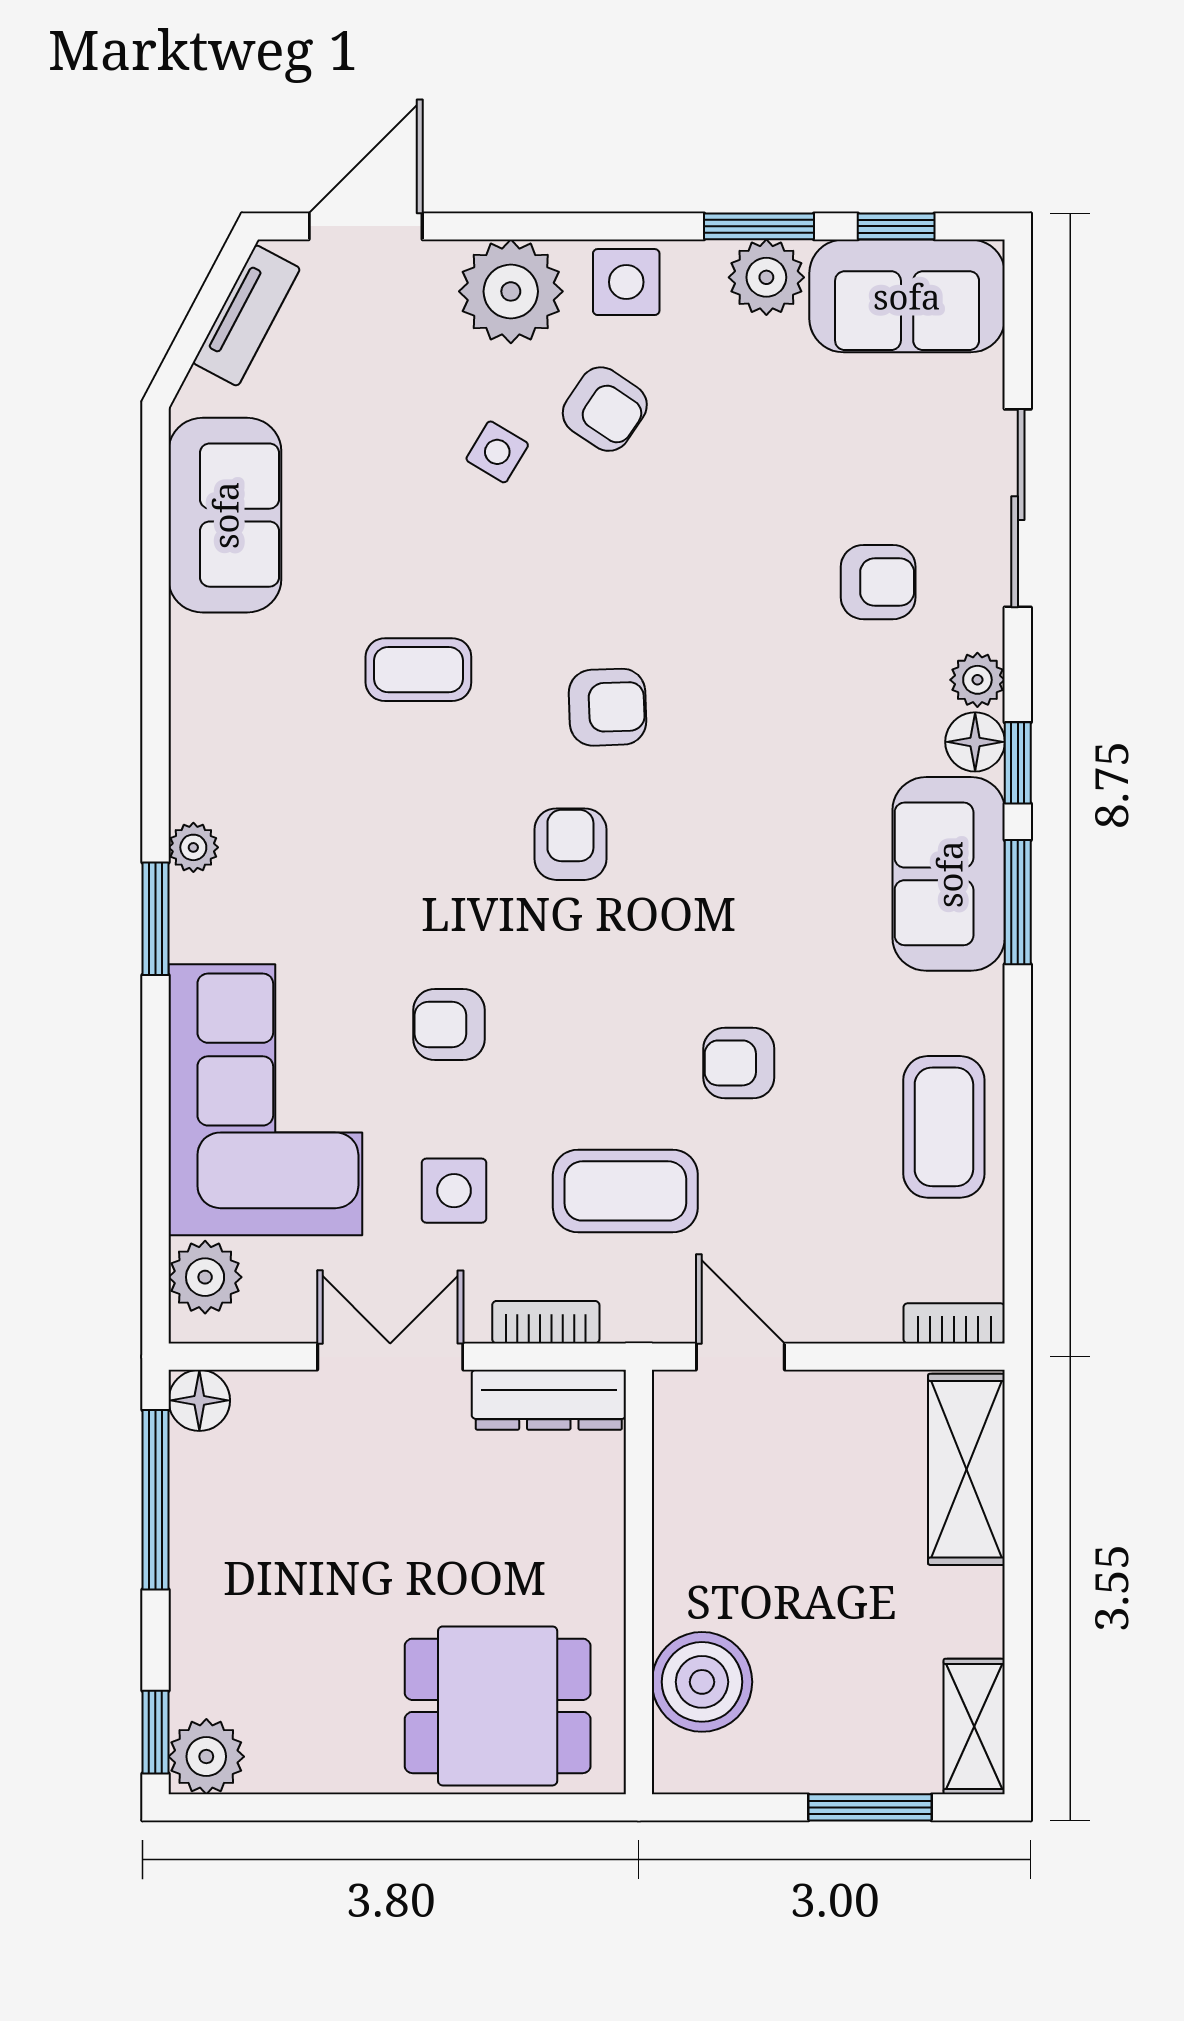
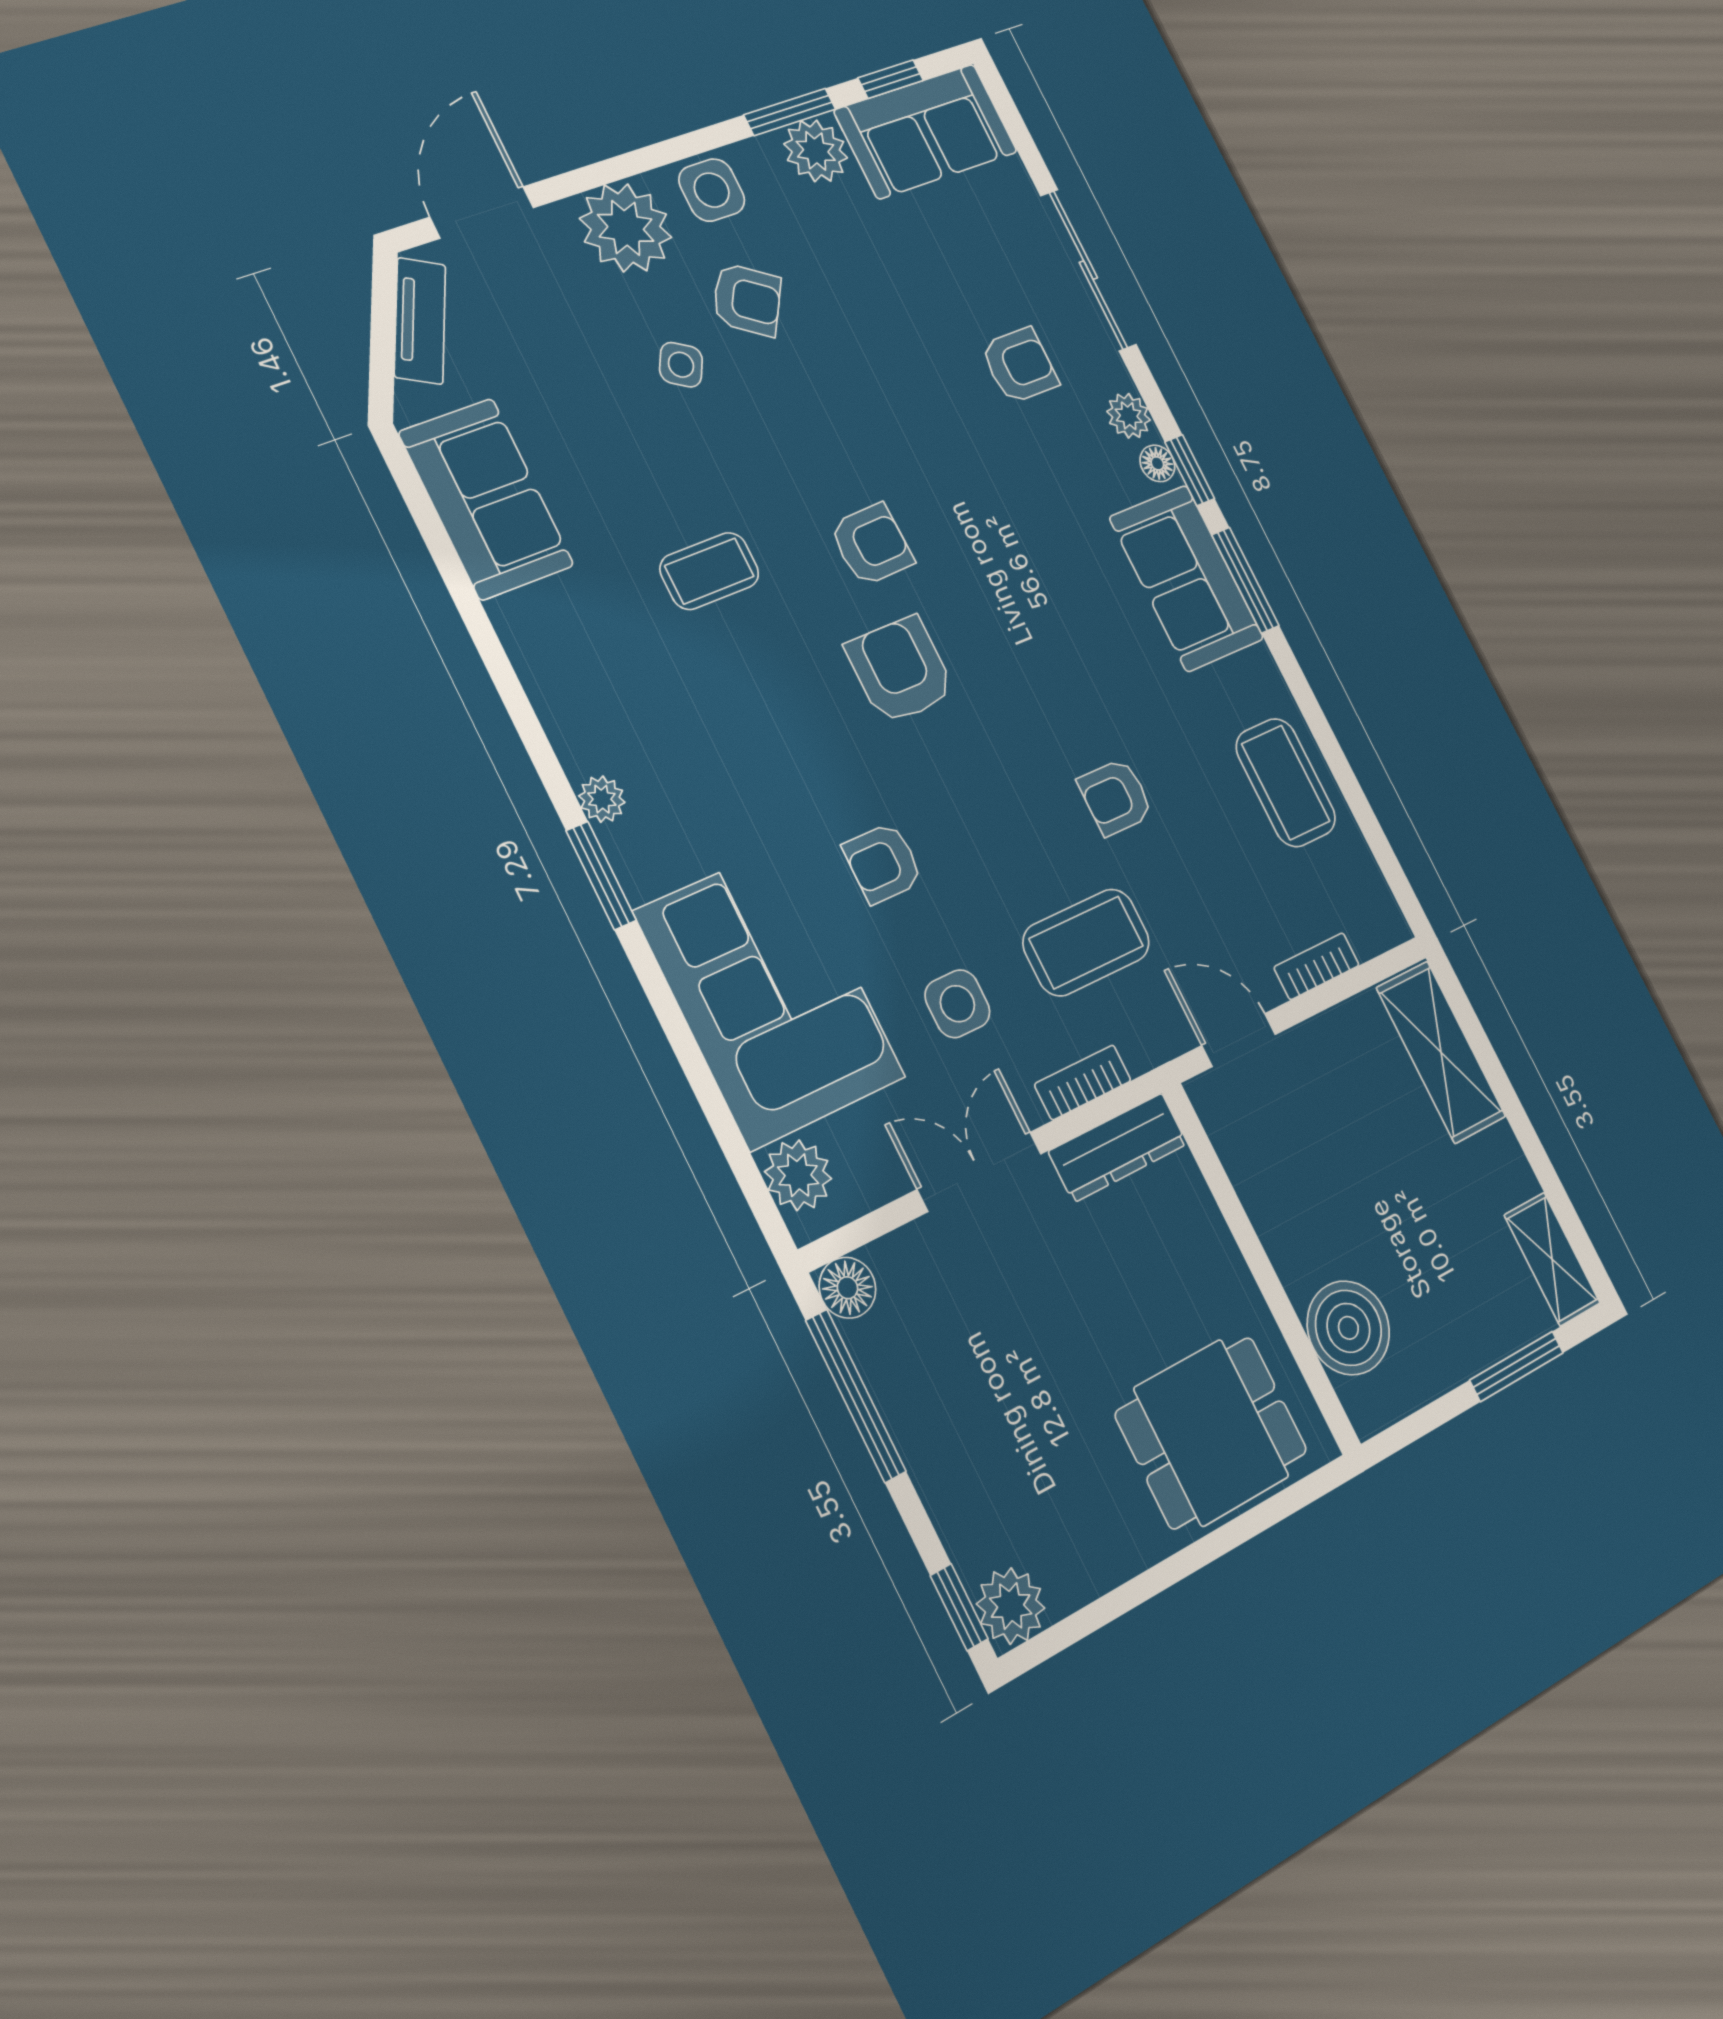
floor lamp: (975, 742) -> (1157, 463), width x0.73, depth x0.73
armchair: (570, 844) -> (900, 670), width x1.38, depth x1.38
bookcase: (954, 1323) -> (1317, 966), moved

